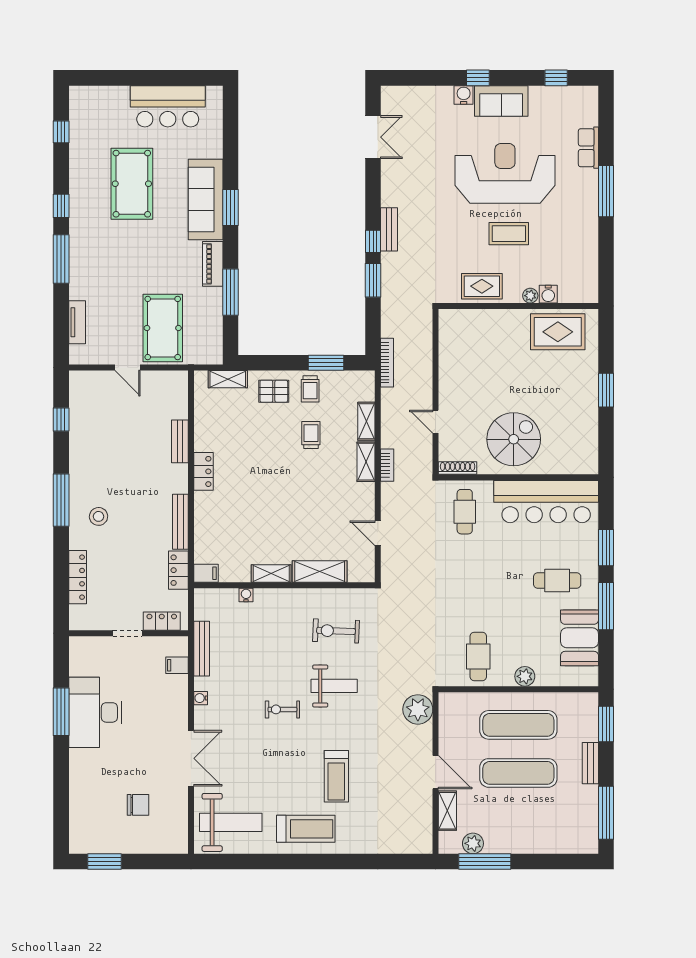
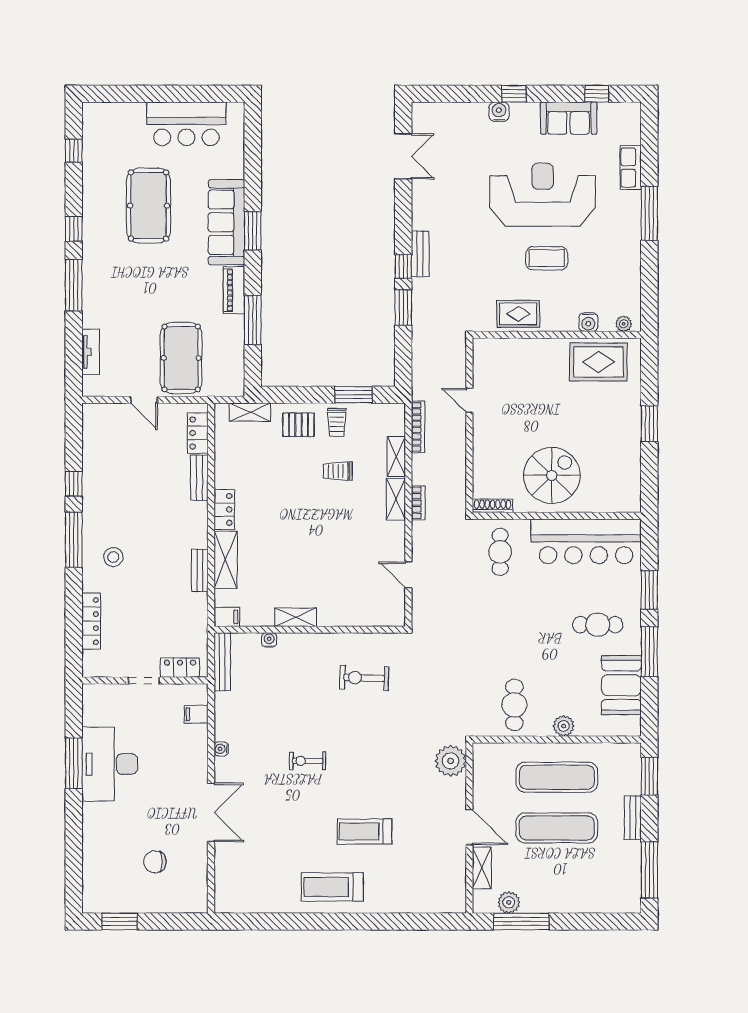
sofa: (501, 101) -> (569, 118), moved
plant: (530, 296) -> (624, 324), moved
bookcase: (387, 363) -> (418, 427), moved
window: (61, 420) -> (74, 484), moved
door: (436, 422) -> (469, 400), moved
trolley: (311, 435) -> (338, 471), turned -90
bench: (180, 522) -> (200, 570), width x0.73
locker: (178, 570) -> (198, 433), moved
shelving: (320, 571) -> (226, 560), moved, turned 90
bench: (202, 649) -> (222, 662), moved
weight bench: (334, 686) -> (362, 736), removed
treadmill: (336, 776) -> (364, 831), turned 90
chair: (138, 805) -> (155, 862), turned 180
weight bench: (231, 822) -> (253, 880), removed
treadmill: (306, 829) -> (332, 887), turned 180

